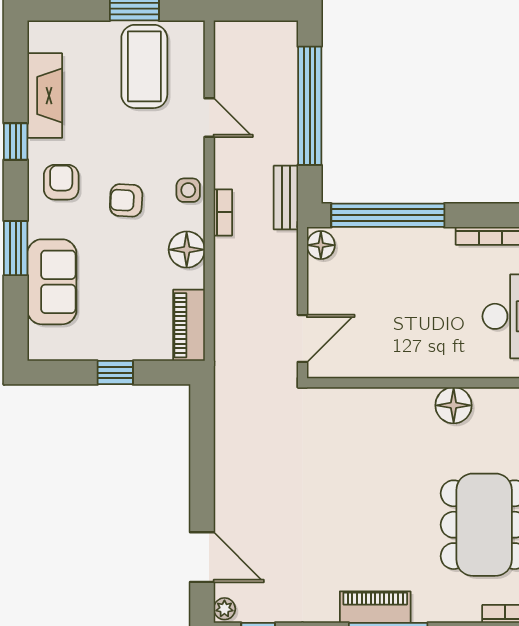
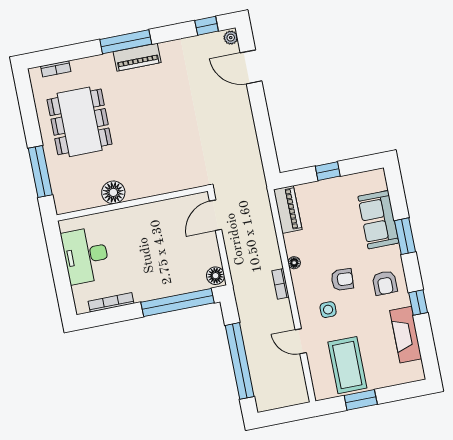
side table: (188, 190) -> (328, 310), moved
bench: (286, 198) -> (243, 301), removed
floor lamp: (187, 250) -> (294, 263), width x0.53, depth x0.53

